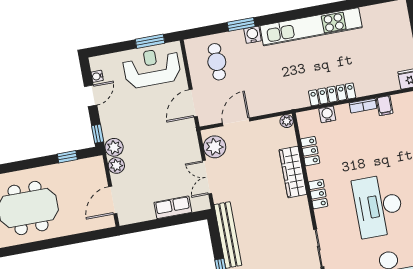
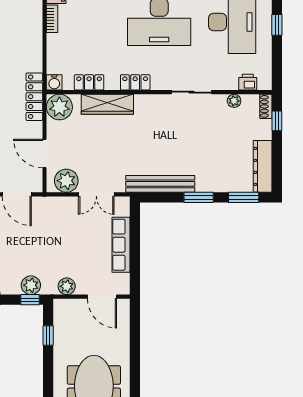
locker: (332, 94) -> (34, 97), moved
water cooler: (327, 114) -> (54, 82), moved, turned -90
plant: (287, 121) -> (59, 107), width x1.87, depth x1.87
plant: (114, 147) -> (31, 285), moved
row of seats: (173, 207) -> (121, 245), width x1.48

